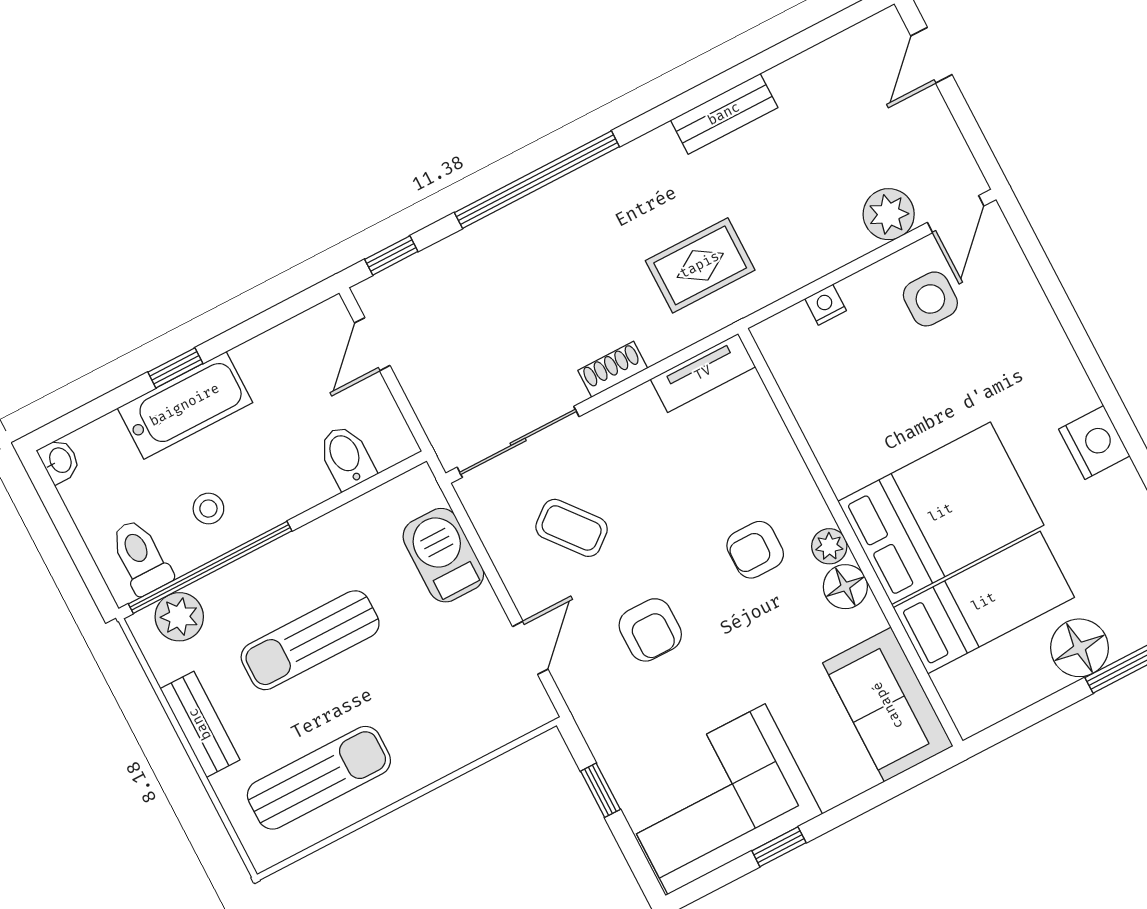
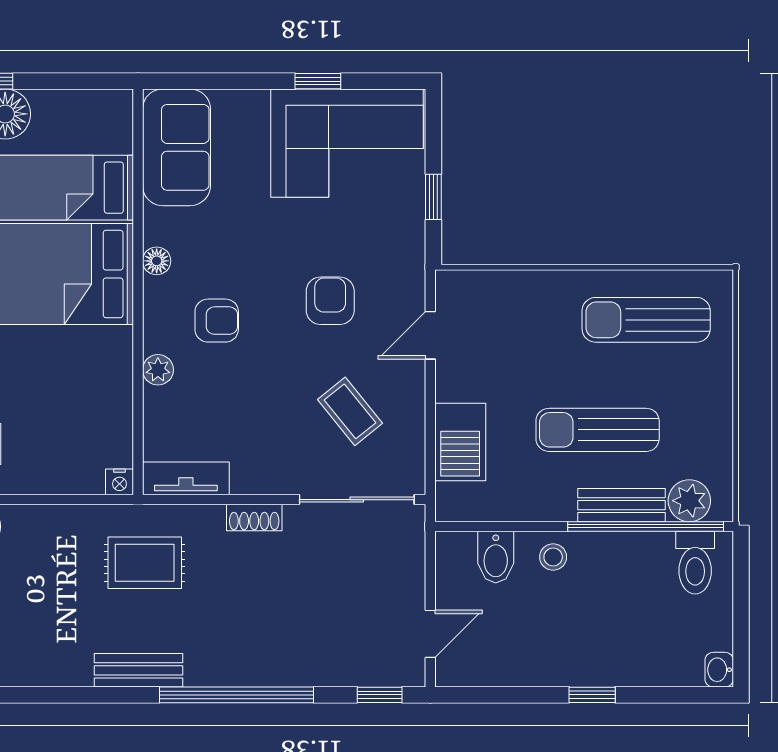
bench: (724, 114) -> (138, 670), moved
nightstand: (826, 305) -> (120, 482), moved
bathtub: (185, 405) -> (600, 662), removed
stool: (208, 509) -> (553, 557), moved
plant: (829, 546) -> (158, 370), moved
floor lamp: (845, 587) -> (157, 261), width x0.73, depth x0.73
sun lounger: (310, 640) -> (598, 430), turned 180
bench: (200, 724) -> (621, 505), moved, turned 90

